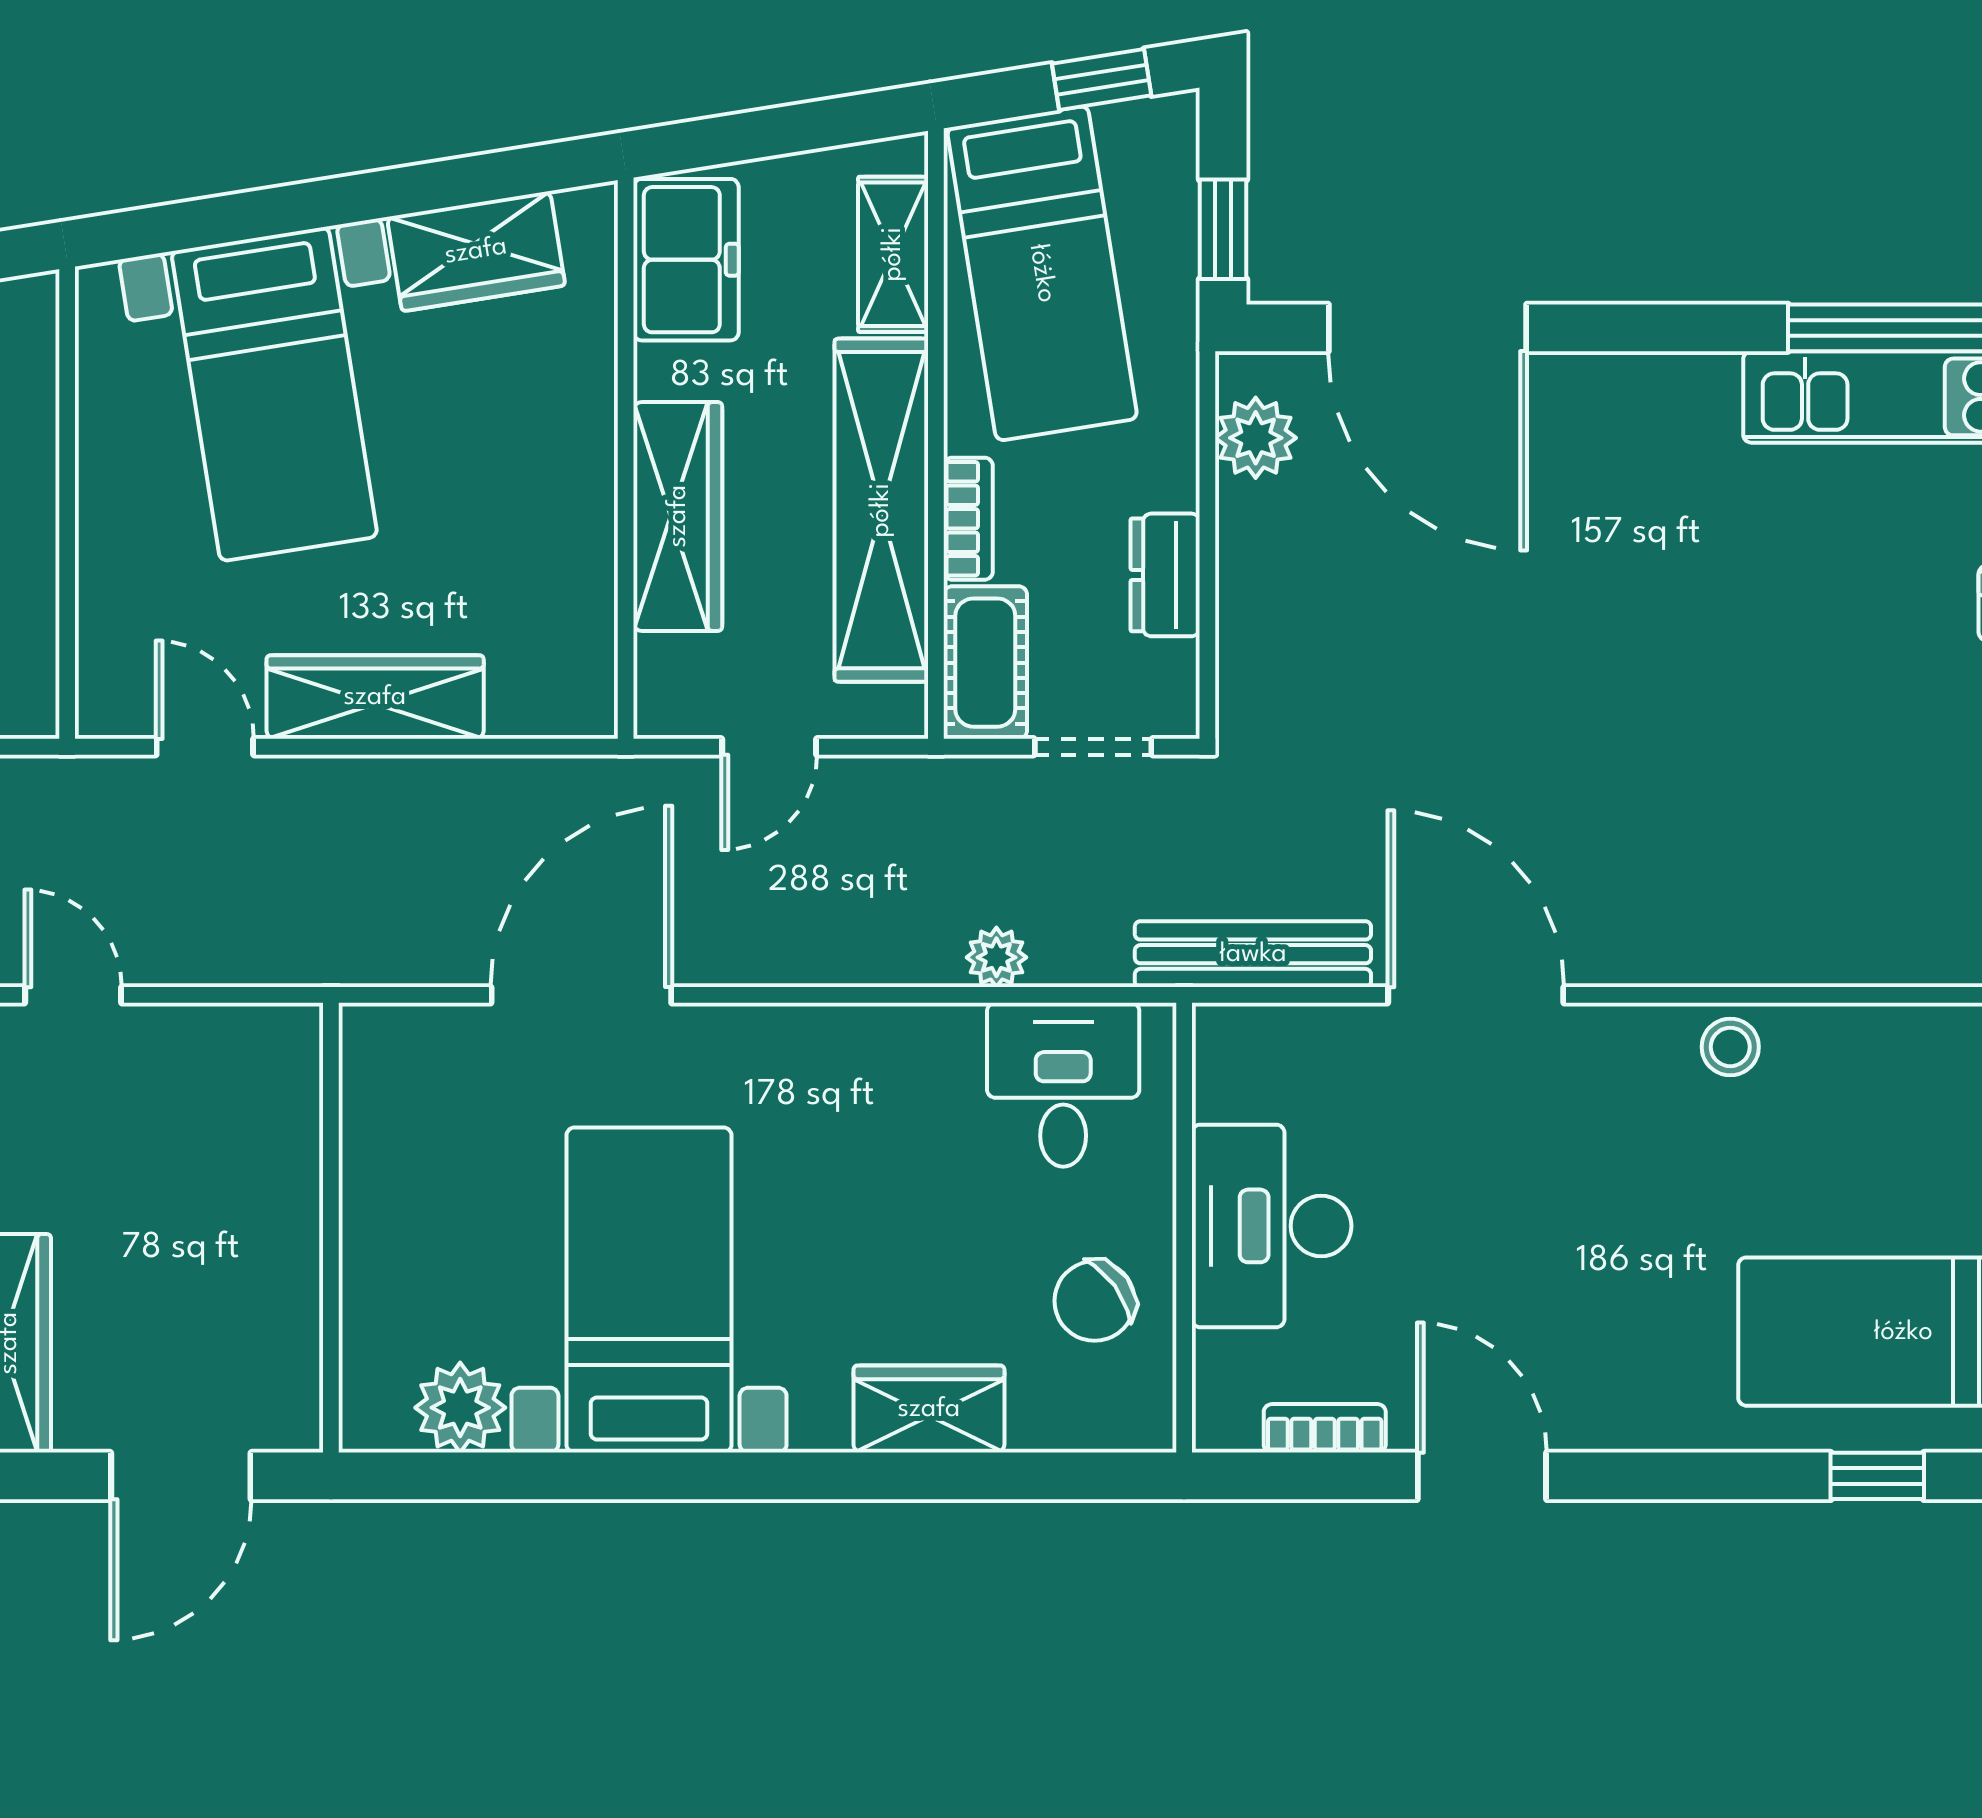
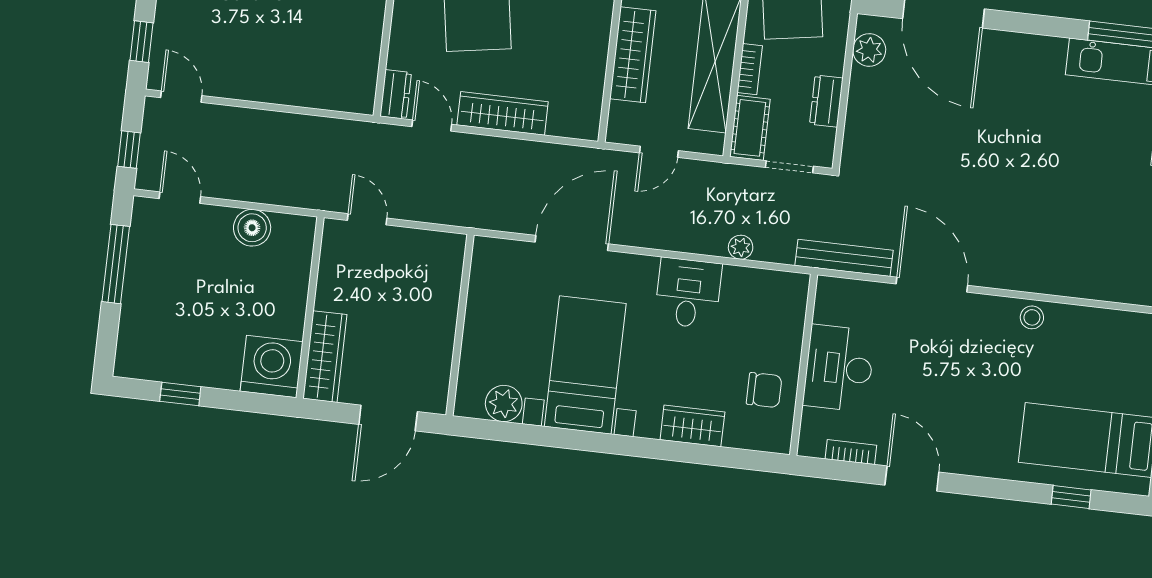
dresser: (108, 681) -> (396, 94), added
desk: (1063, 1085) -> (688, 293), moved
chair: (1095, 1301) -> (764, 390), turned -144

